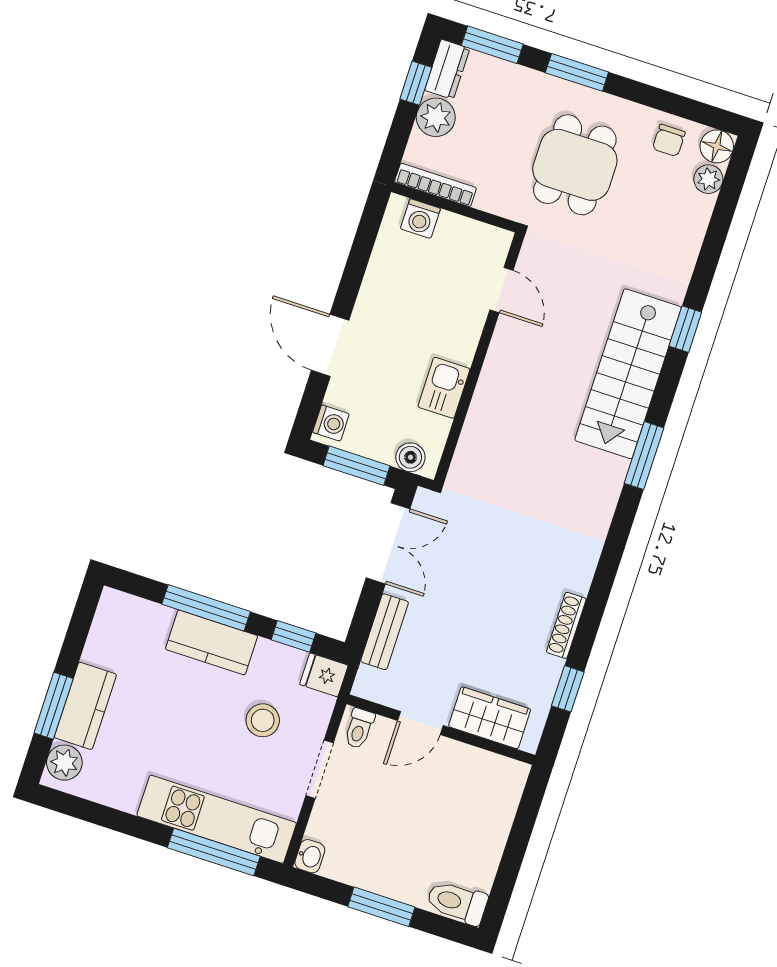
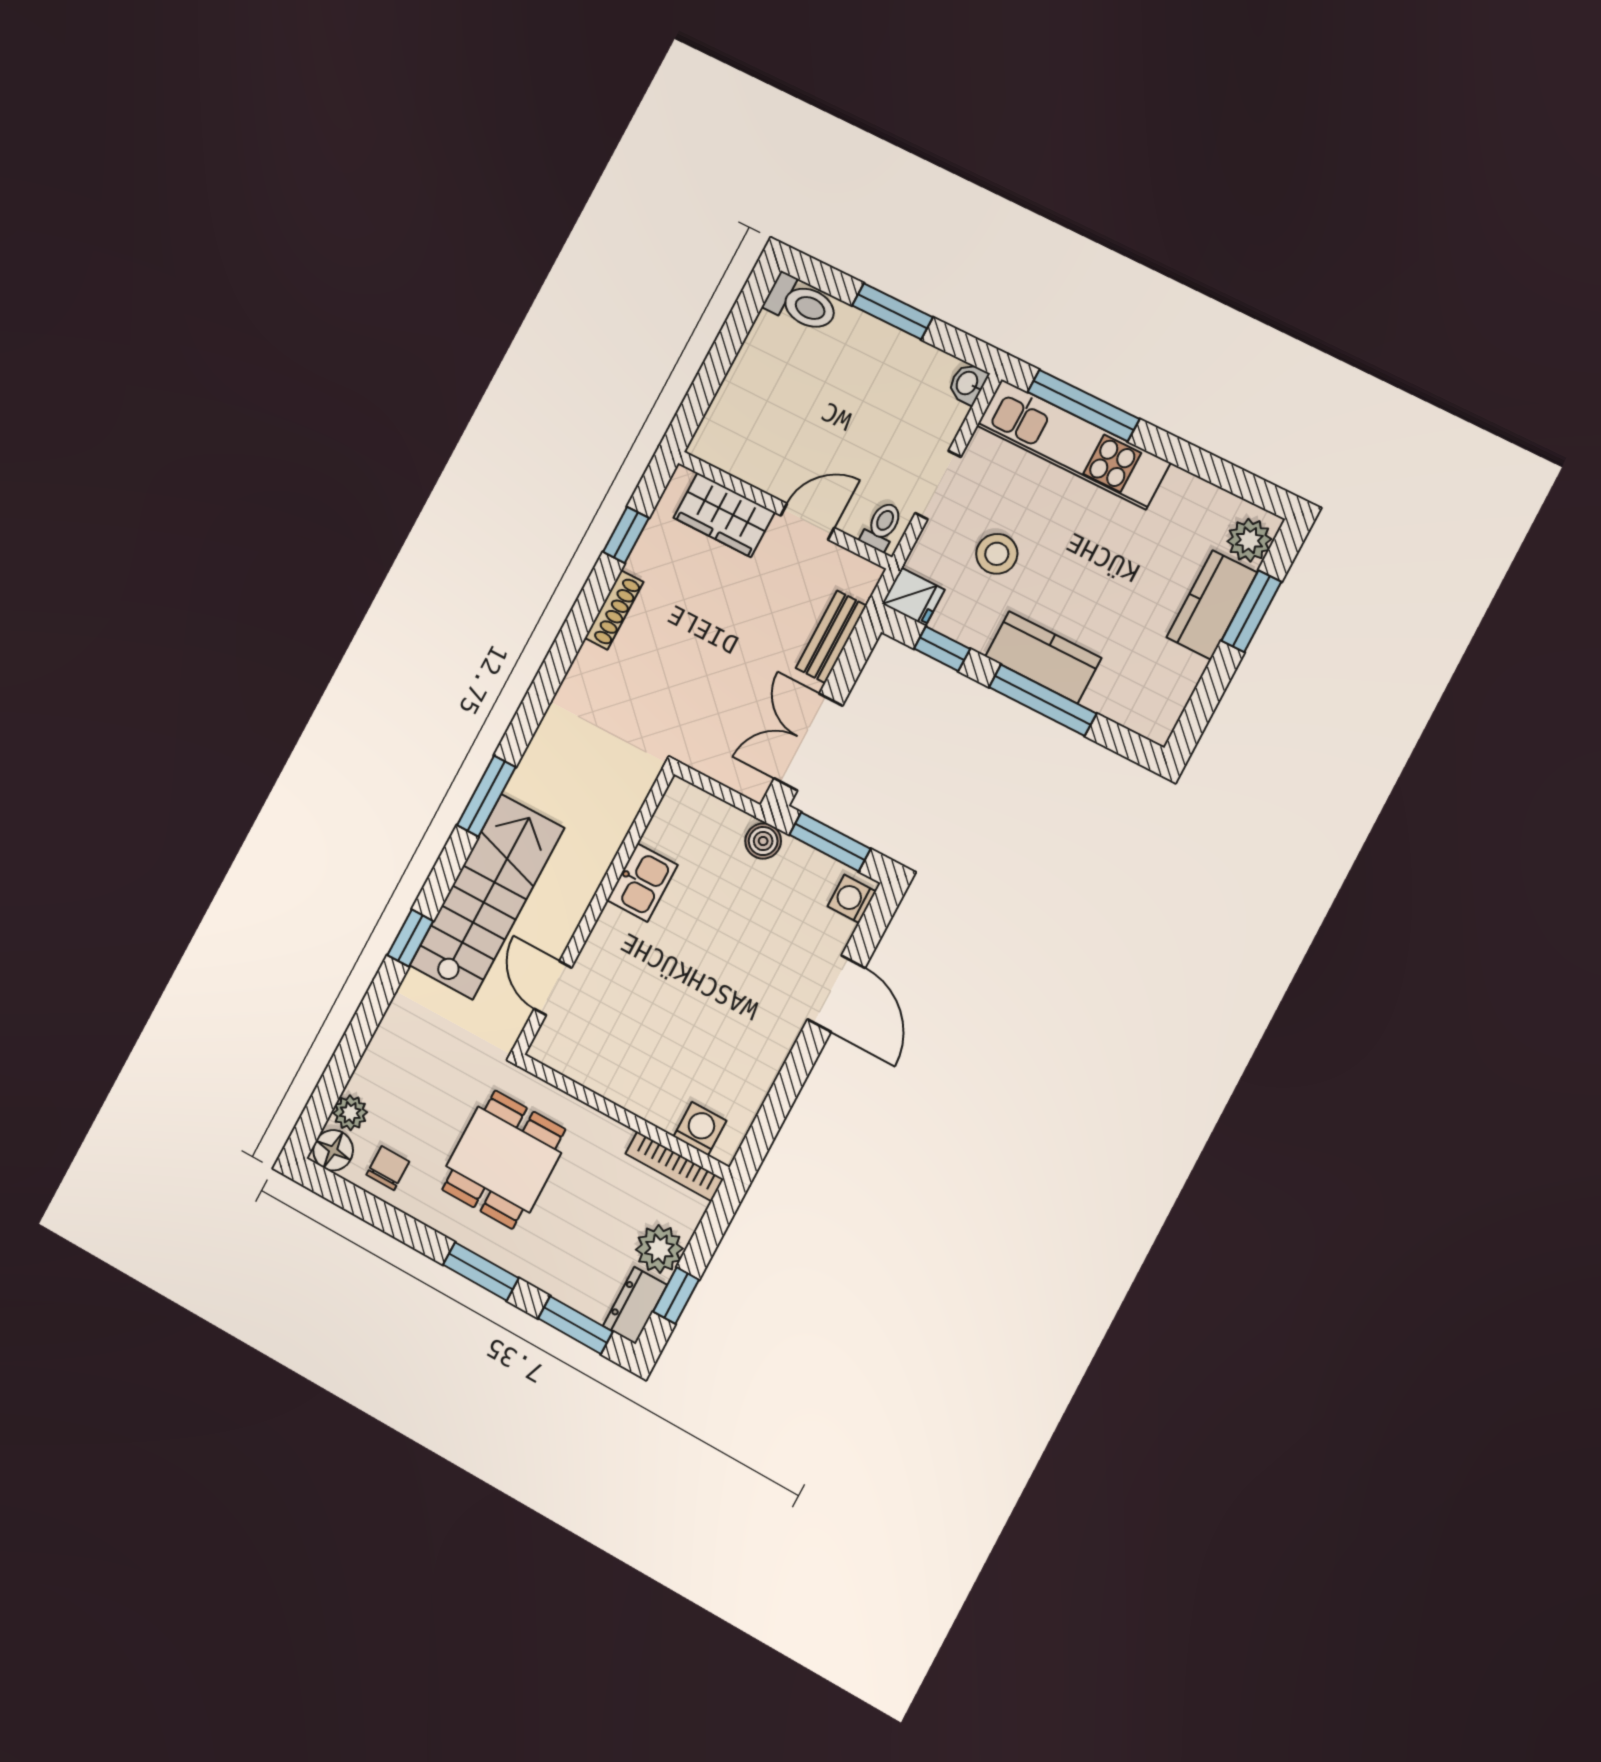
door: (501, 290) -> (553, 988), moved
wall: (479, 358) -> (594, 911), moved
kitchen sink: (444, 388) -> (642, 883), moved

